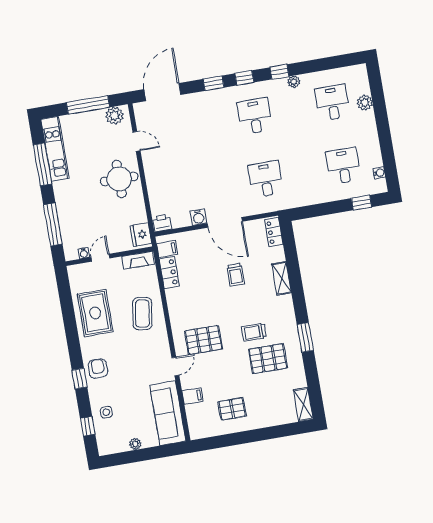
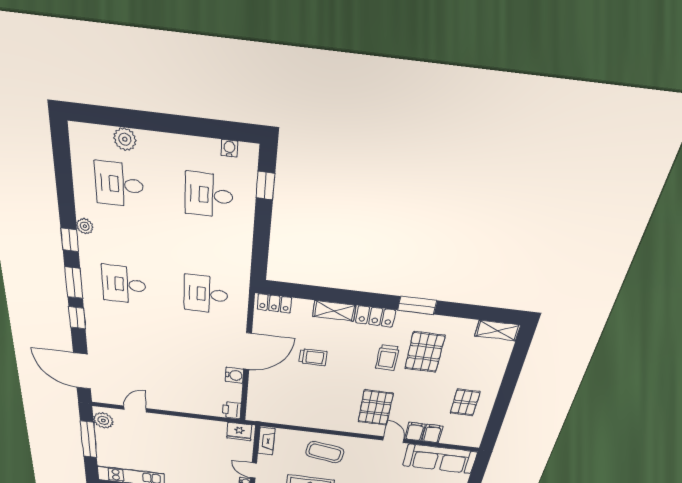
window: (244, 78) -> (74, 283), width x1.50
round table: (119, 179) -> (174, 434), removed
filing cabinet: (167, 249) -> (415, 432), moved
locker: (169, 273) -> (376, 316), moved, turned 180

